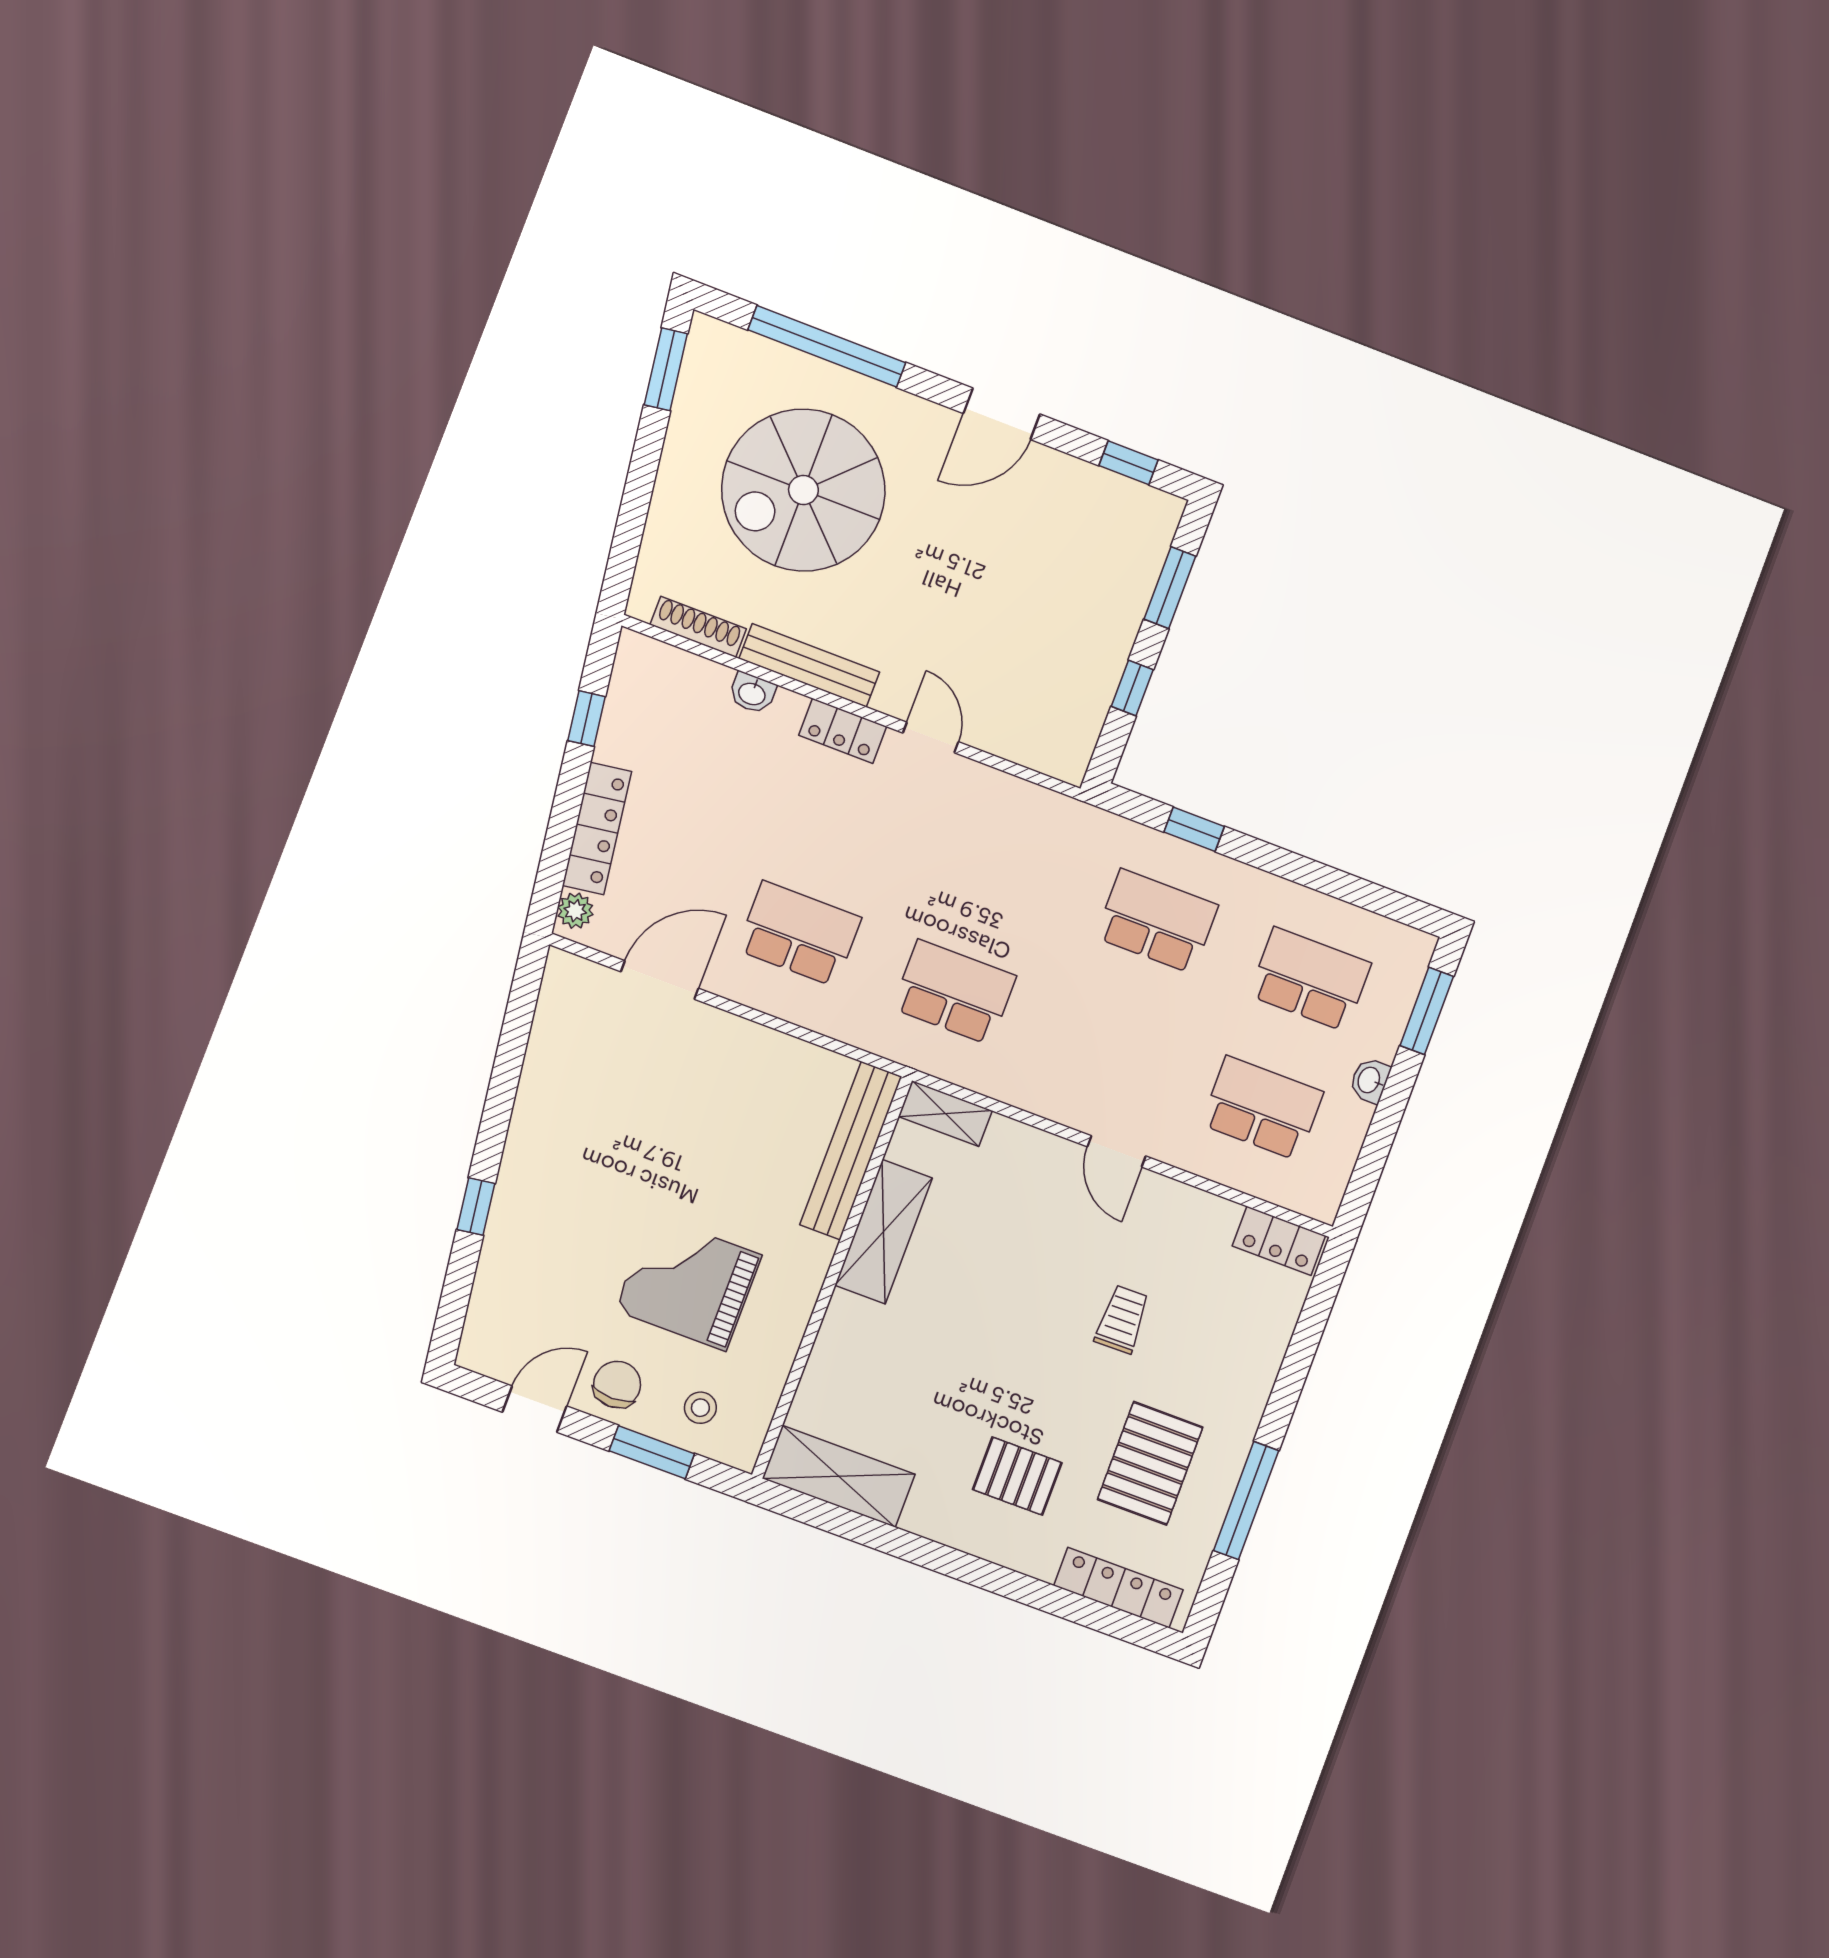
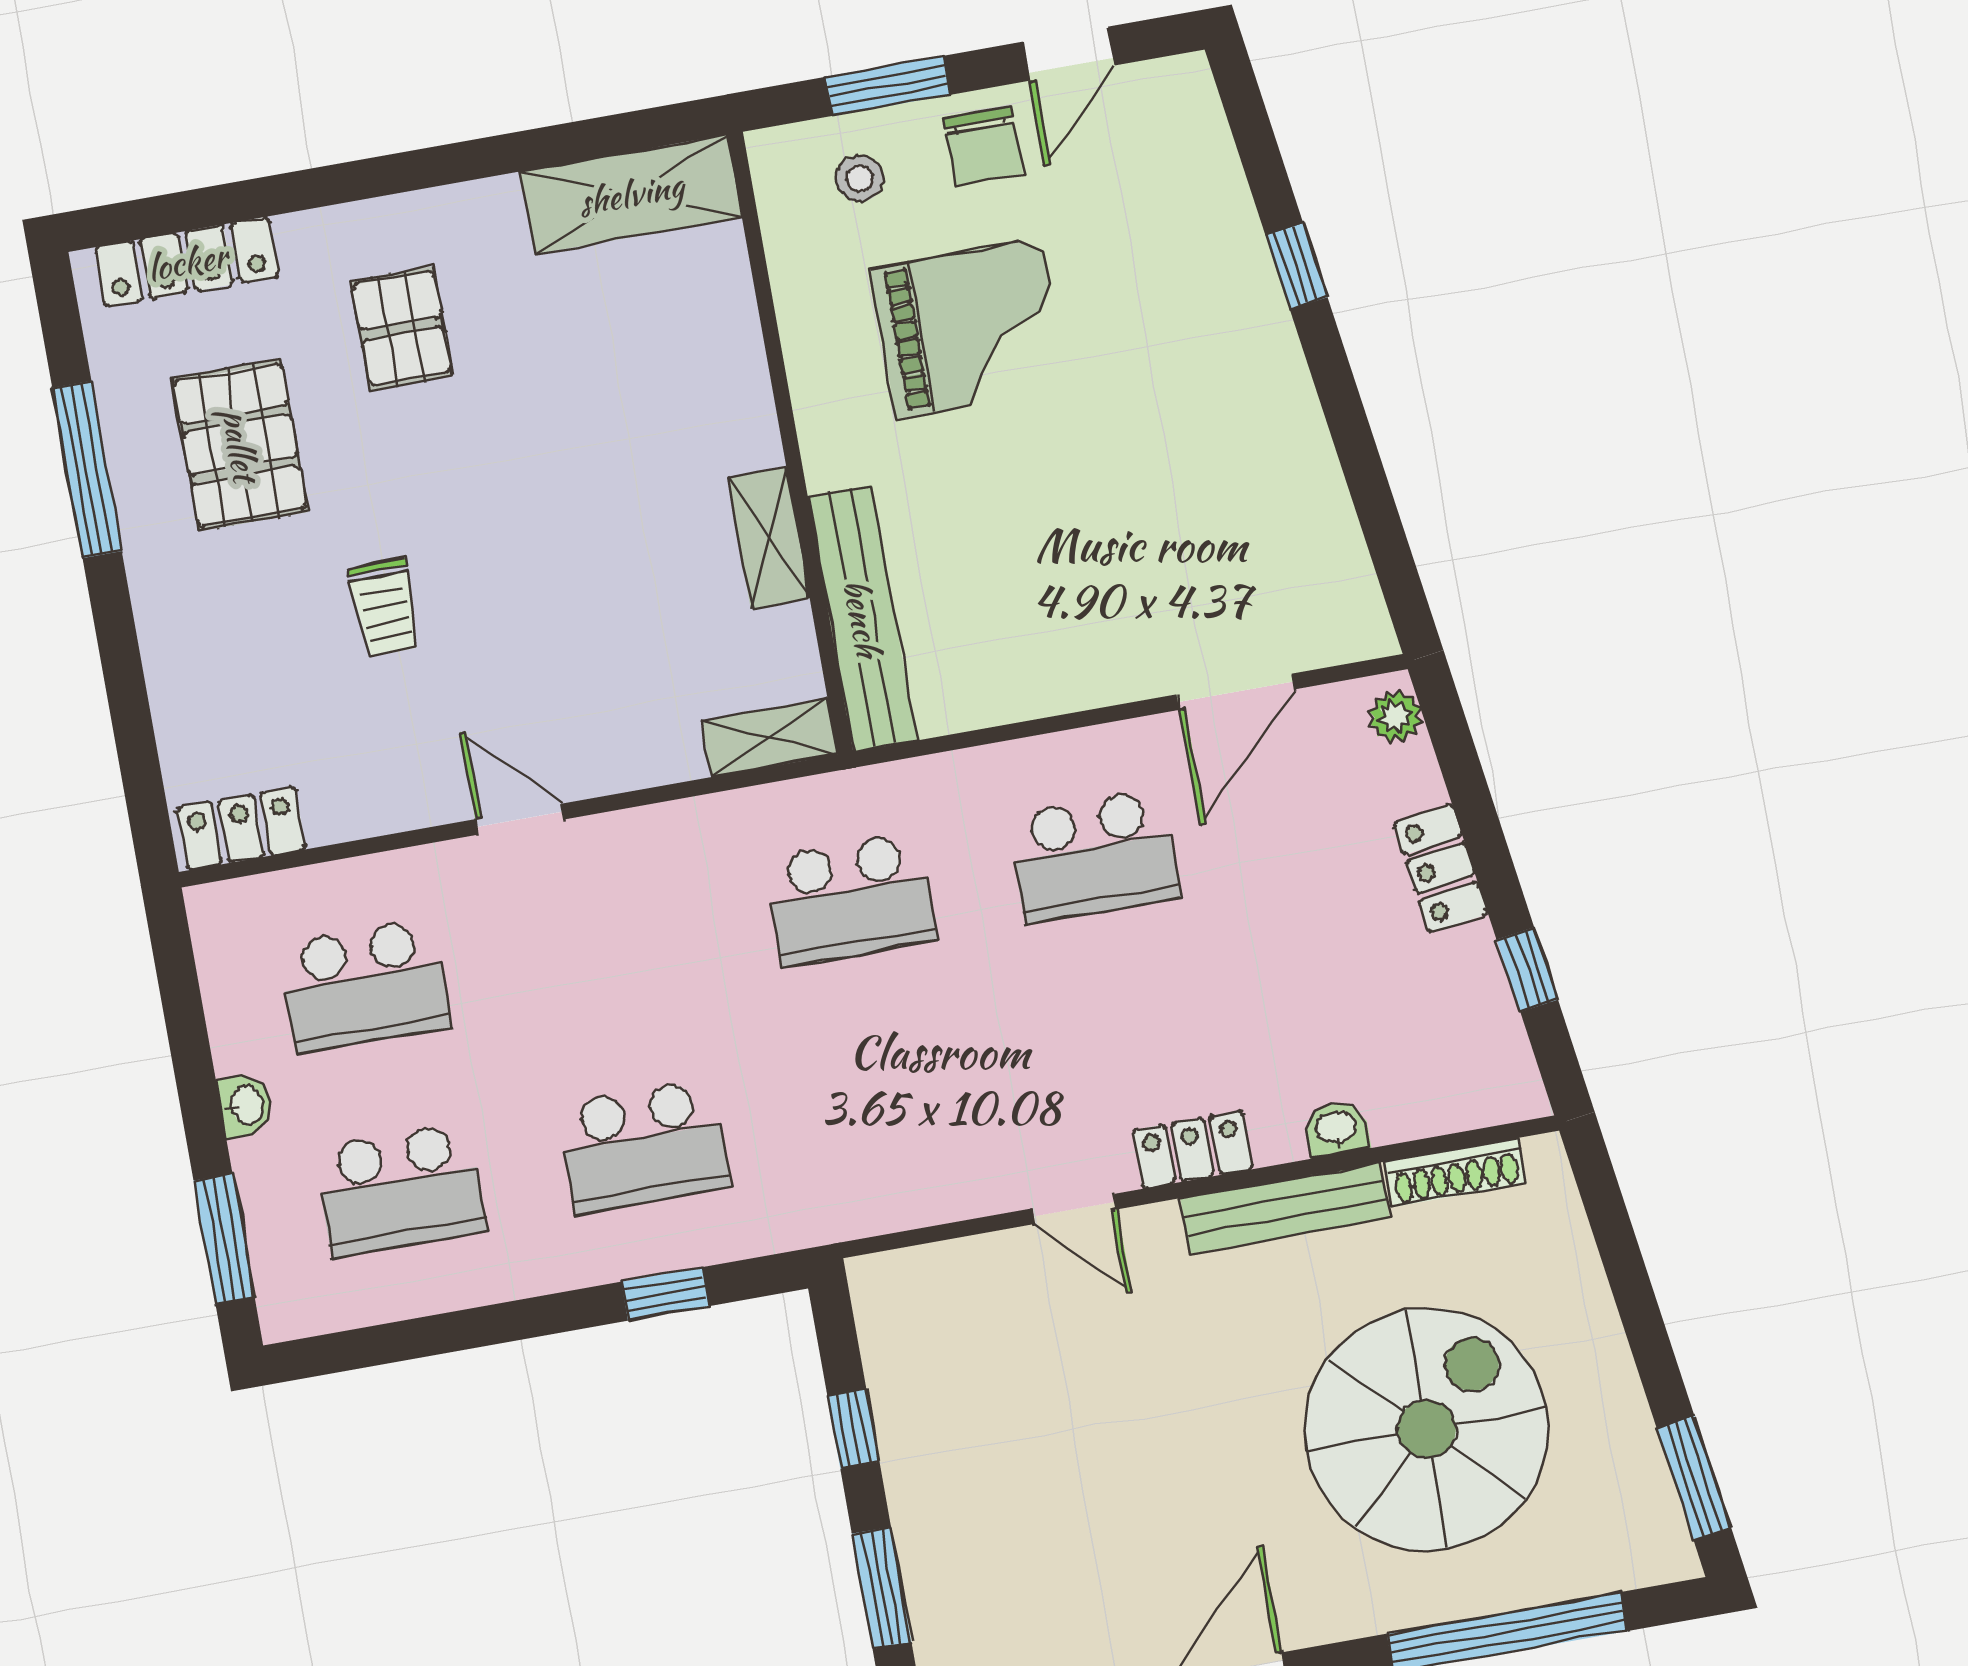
locker: (597, 828) -> (1440, 868), width x0.66
shelving: (884, 1232) -> (769, 538), width x0.67, depth x0.75
pallet: (1017, 1476) -> (402, 328), turned 90

